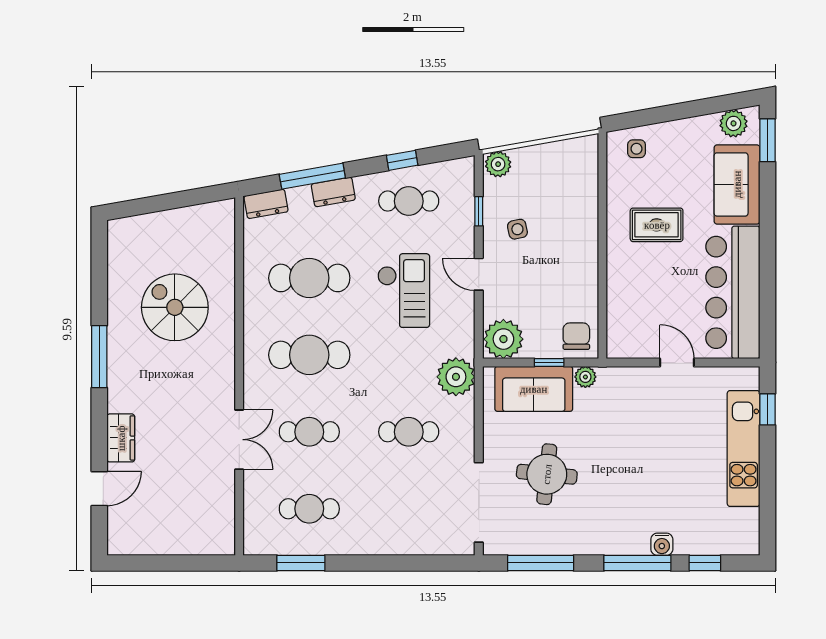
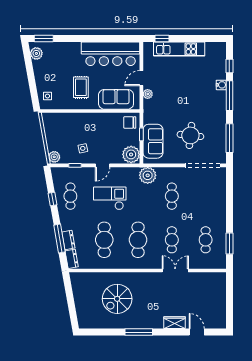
sofa: (737, 184) -> (116, 99), moved, turned 180
dresser: (333, 192) -> (68, 240), moved
plant: (585, 377) -> (148, 94), moved

